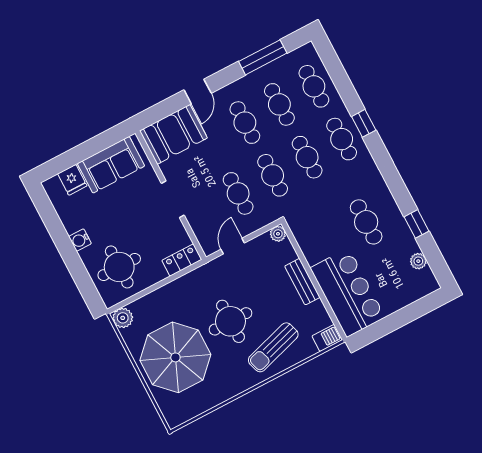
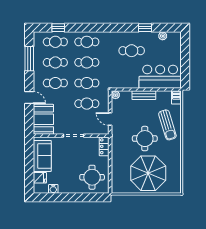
window: (364, 123) -> (58, 28), moved
water cooler: (80, 240) -> (53, 189), moved
plant: (123, 318) -> (117, 188), removed

